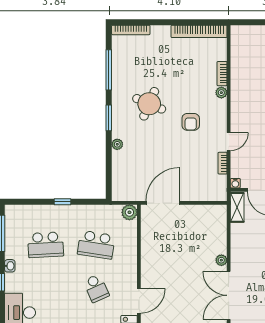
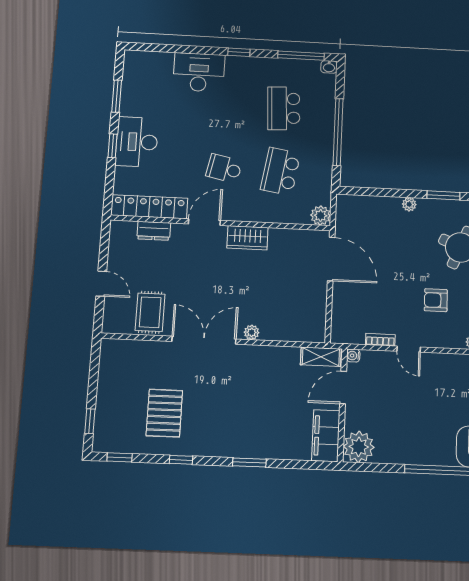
window: (62, 202) -> (338, 132), width x3.17
washbasin: (10, 266) -> (329, 67), moved
wardrobe: (150, 267) -> (247, 238), added
school desk: (96, 288) -> (224, 168), turned 36
door: (139, 301) -> (204, 222), swing flipped

